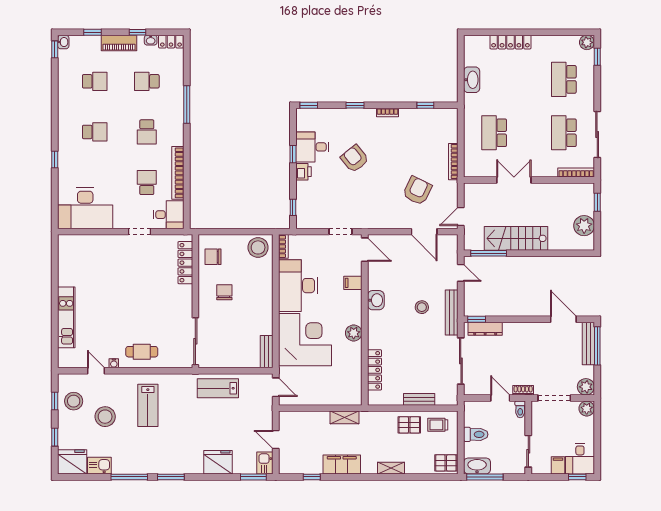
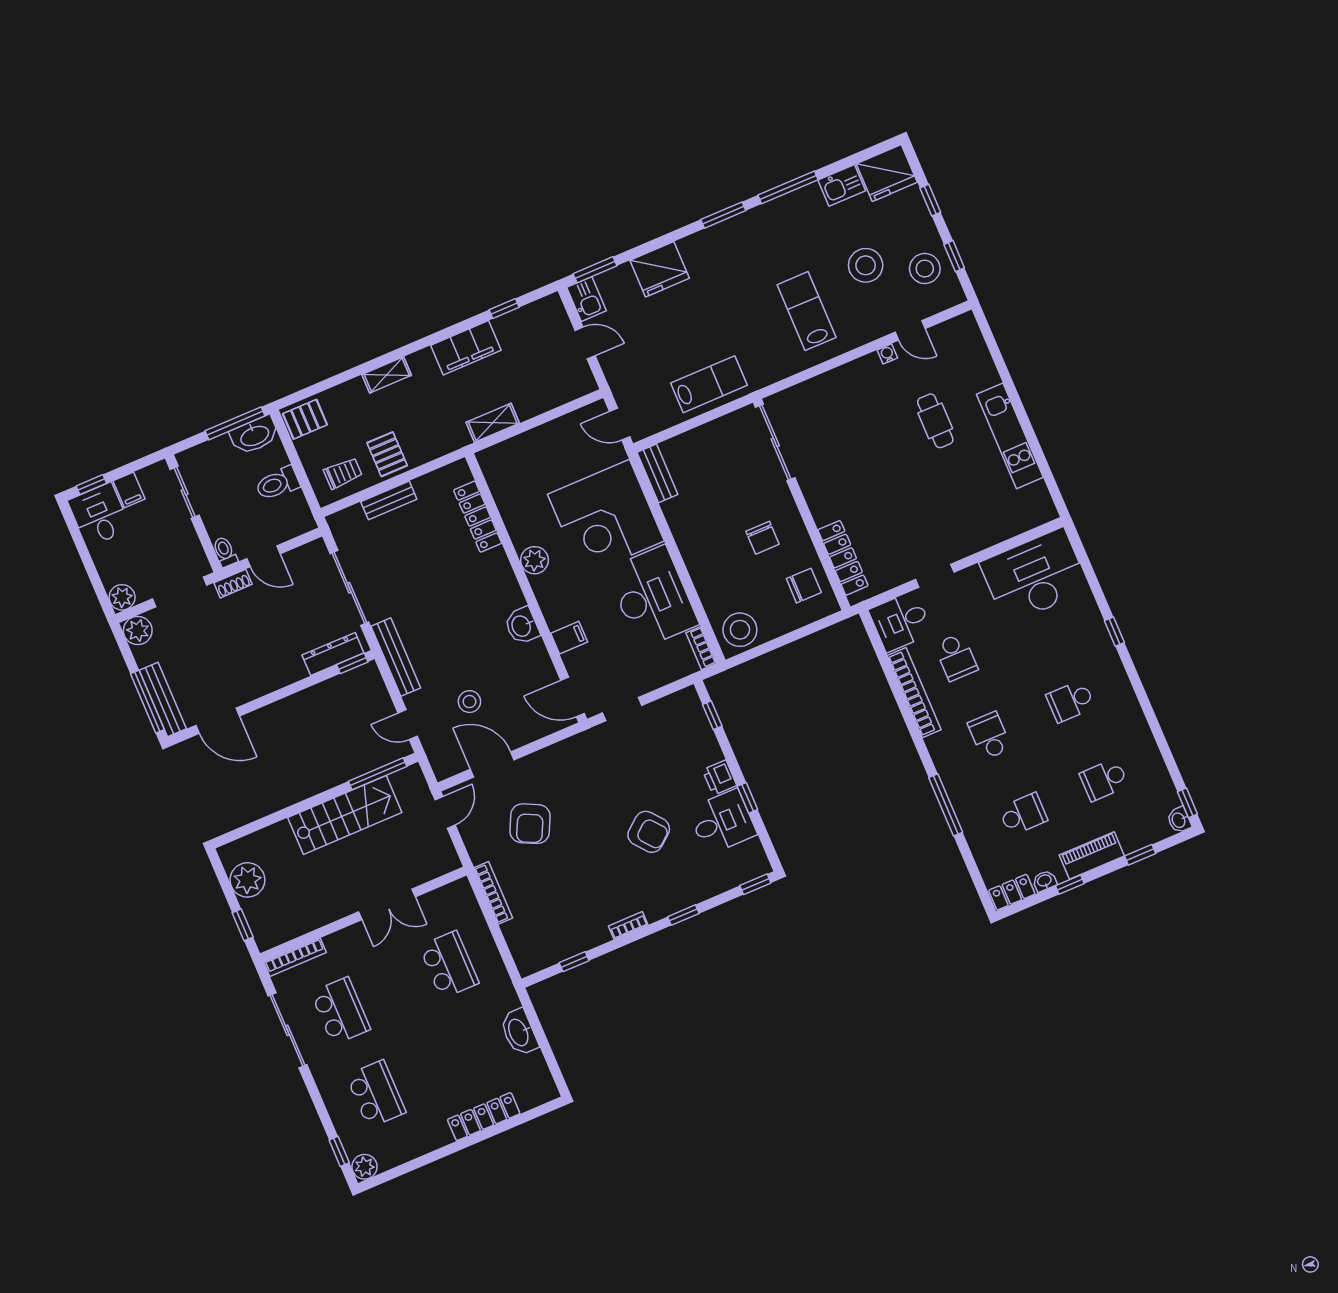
stool: (422, 307) -> (469, 702), moved
kitchen unit: (66, 317) -> (1010, 436), moved
cafe table: (142, 352) -> (935, 421), moved, turned 90
pallet: (409, 425) -> (387, 454), turned 90

